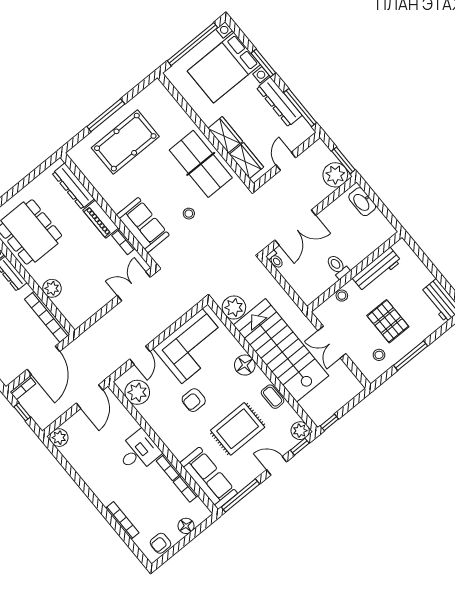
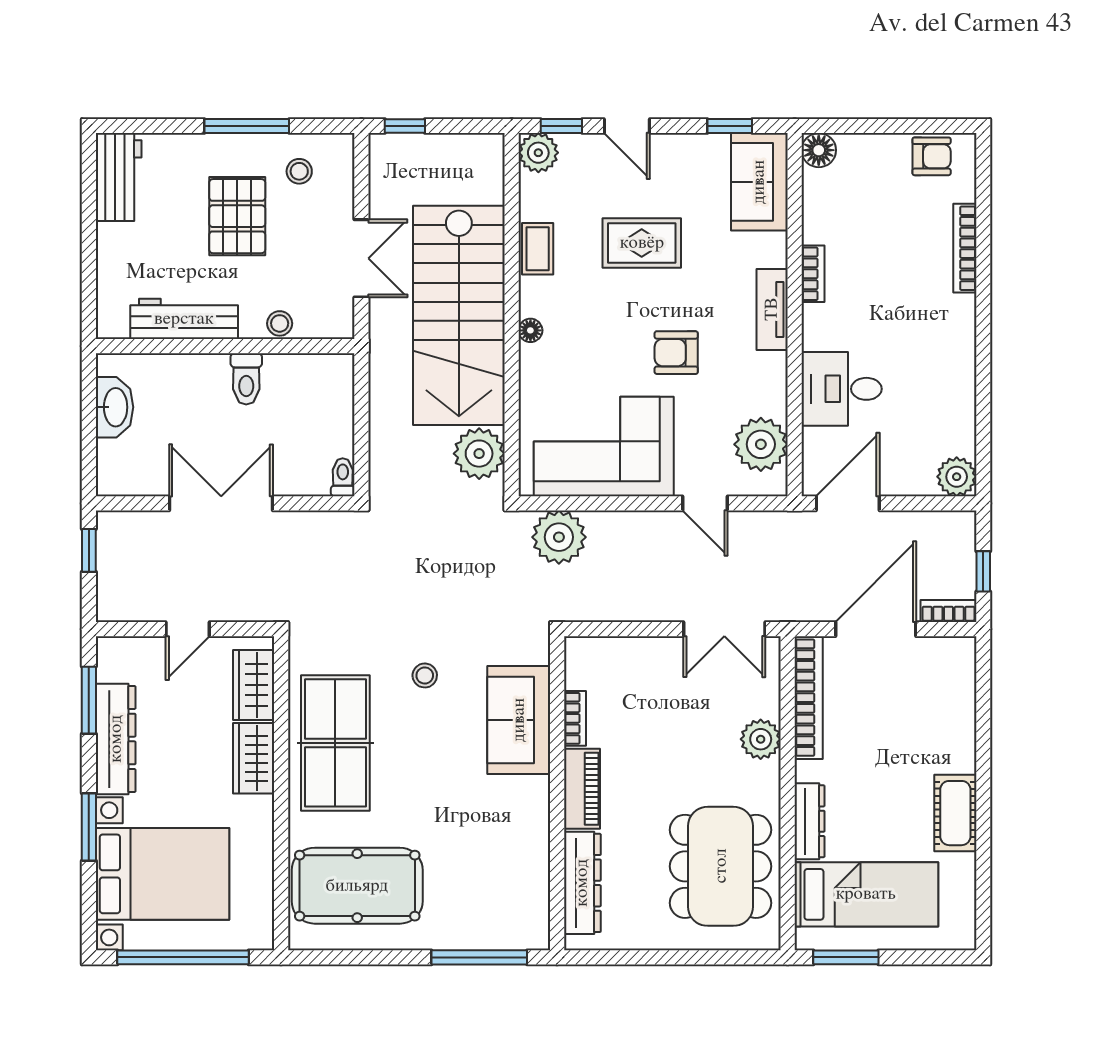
window: (300, 108) -> (89, 700), width x0.69
window: (106, 115) -> (479, 957), moved
pool table: (125, 142) -> (357, 886), moved
window: (343, 160) -> (89, 550), width x0.67
plant: (335, 175) -> (559, 537), moved
washbasin: (362, 202) -> (114, 407), moved
double door: (295, 228) -> (221, 503), moved
double door: (134, 286) -> (724, 629), moved
door: (140, 355) -> (705, 503), swing flipped
floor lamp: (245, 365) -> (530, 330), width x0.53, depth x0.53
armchair: (194, 400) -> (676, 353), turned 180
window: (329, 422) -> (405, 126), moved
rug: (238, 429) -> (642, 243), width x0.73, depth x0.70
tv unit: (172, 443) -> (772, 309), added
desk: (138, 452) -> (842, 389), moved
sofa: (209, 478) -> (759, 182), width x0.73
bookcase: (186, 489) -> (813, 214), removed
window: (240, 495) -> (730, 126), width x0.46
floor lamp: (186, 526) -> (819, 150), moved

